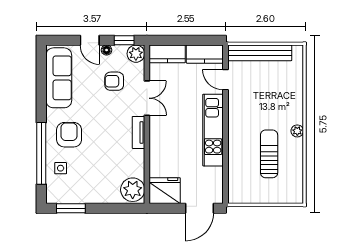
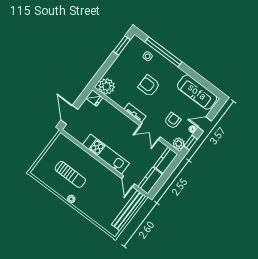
door: (226, 80) -> (128, 181), swing flipped
armchair: (69, 135) -> (149, 86), moved, turned 180
fridge: (165, 191) -> (94, 98), width x0.53, depth x0.75

